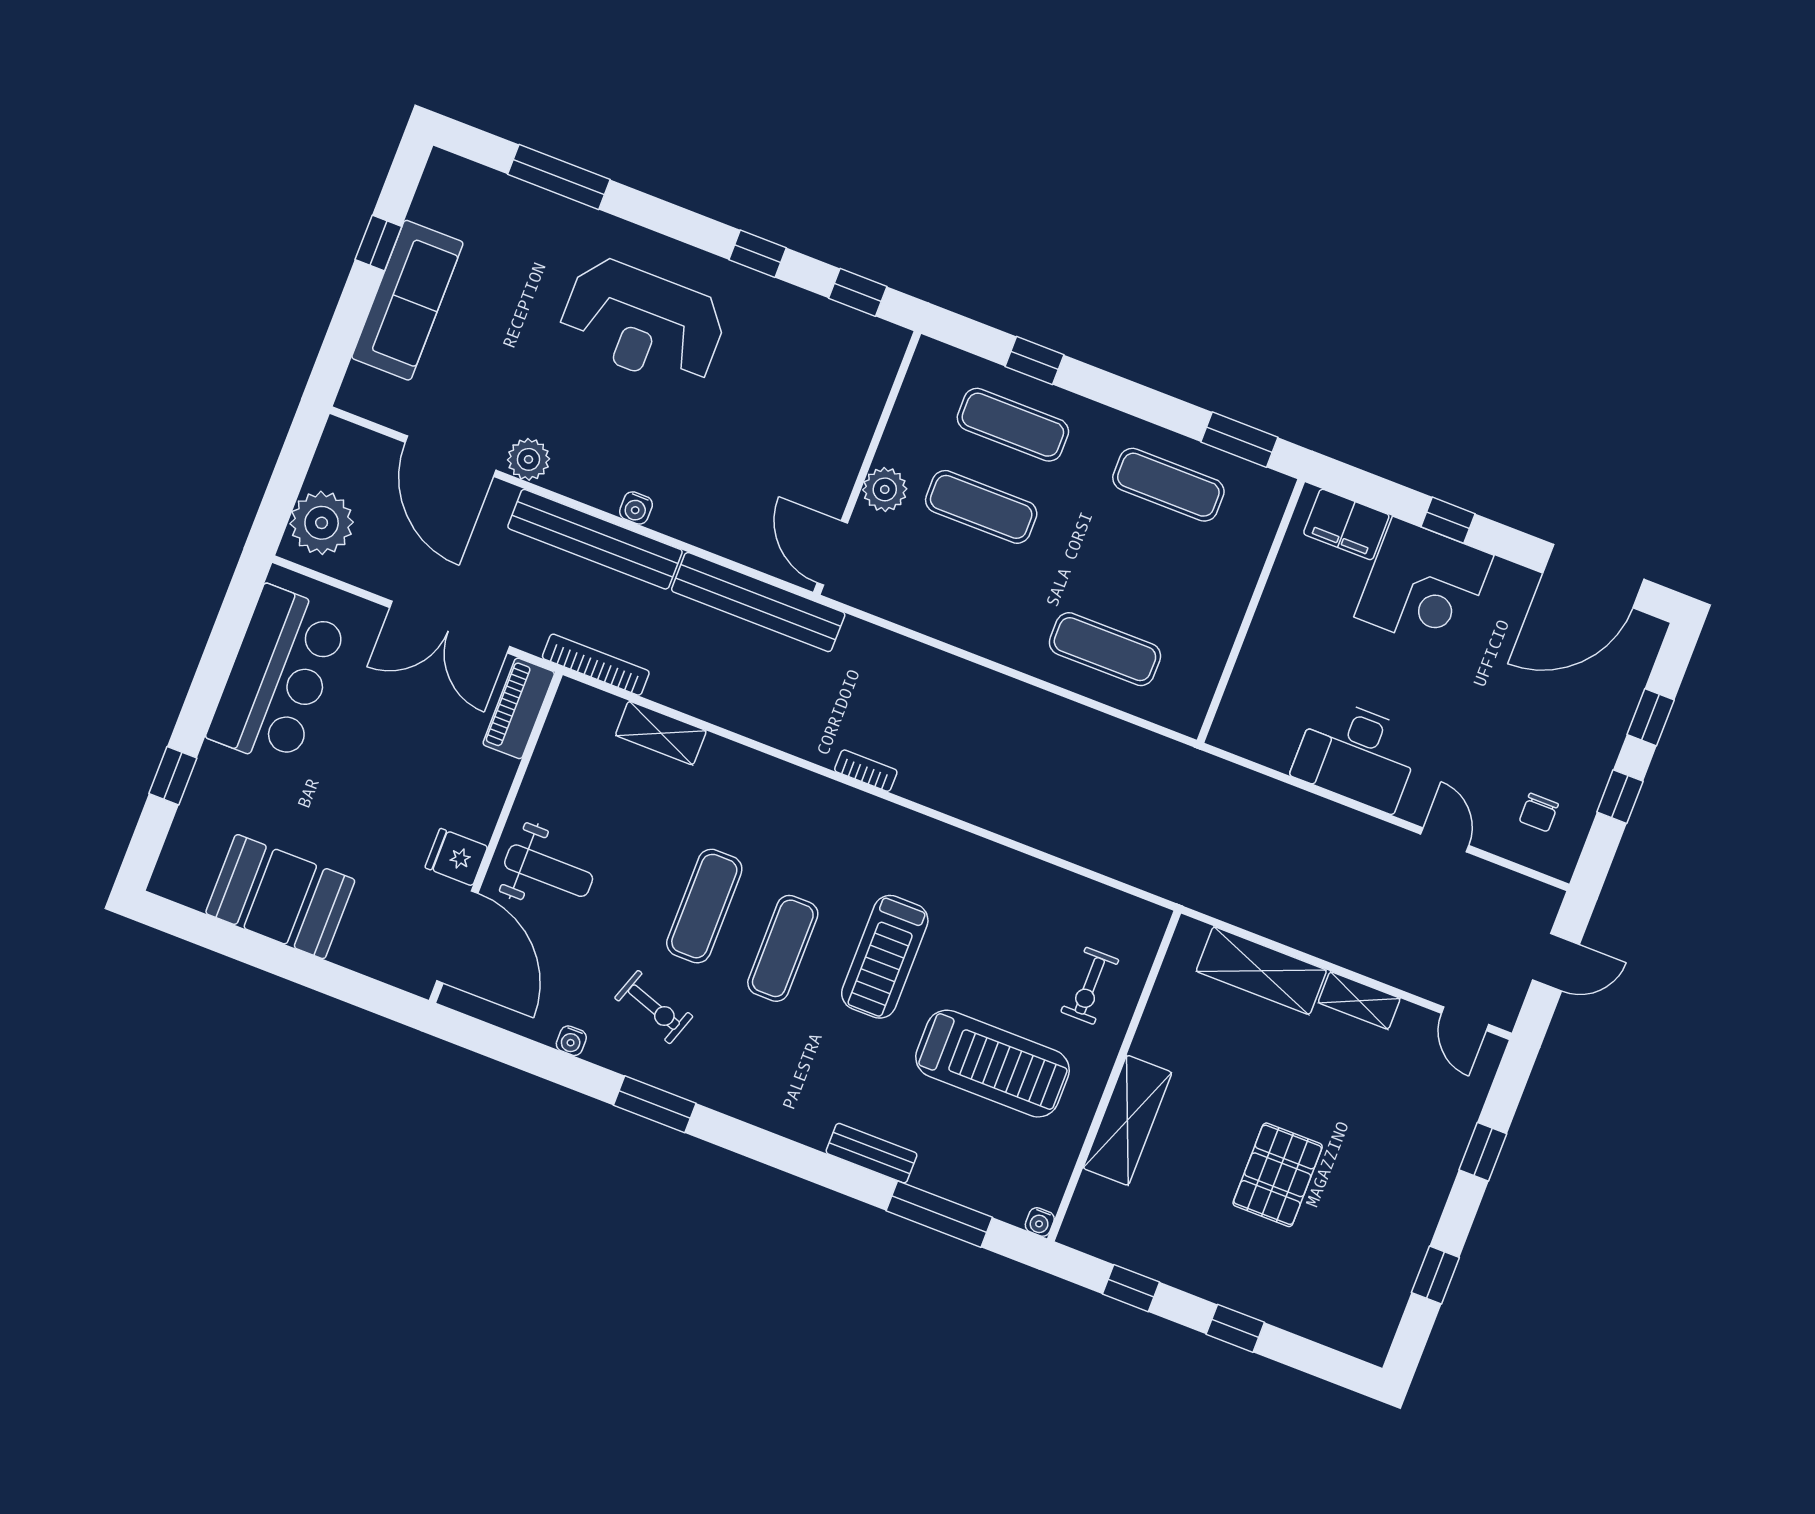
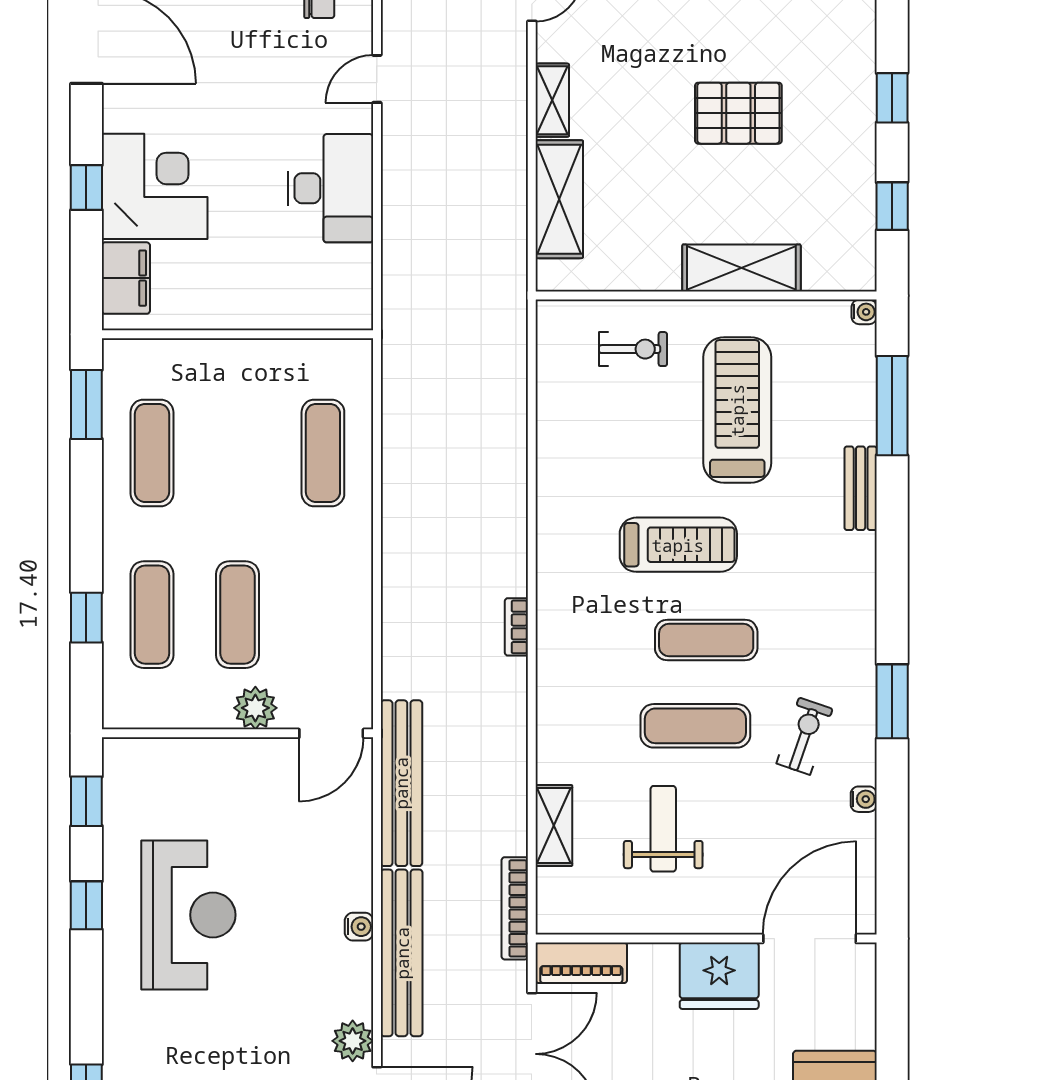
reception desk: (643, 323) -> (188, 915), moved
fridge: (456, 857) -> (719, 976), width x1.88, depth x1.34
weight bench: (549, 871) -> (663, 829), moved

